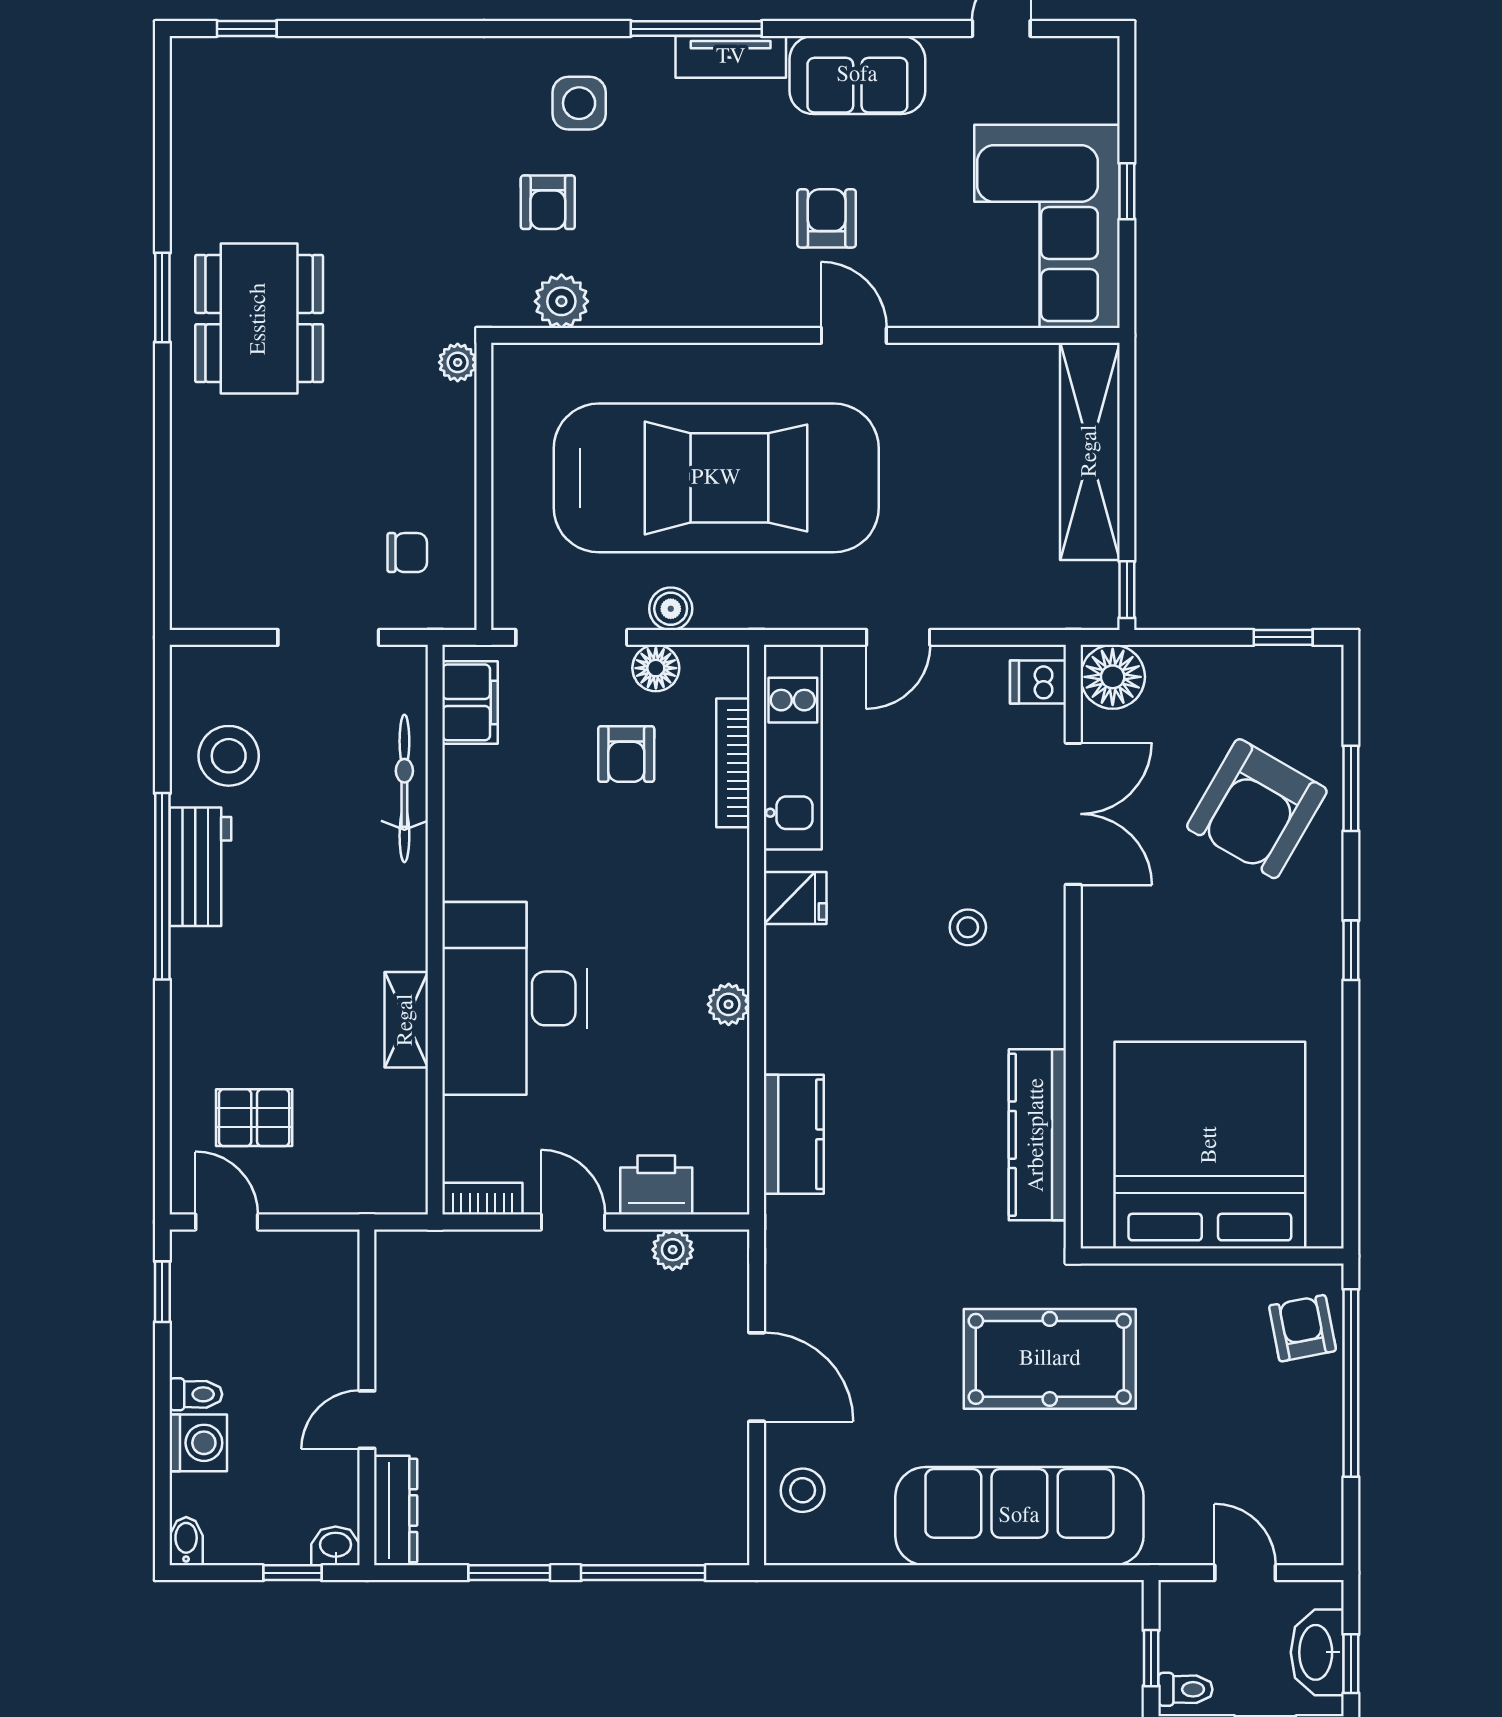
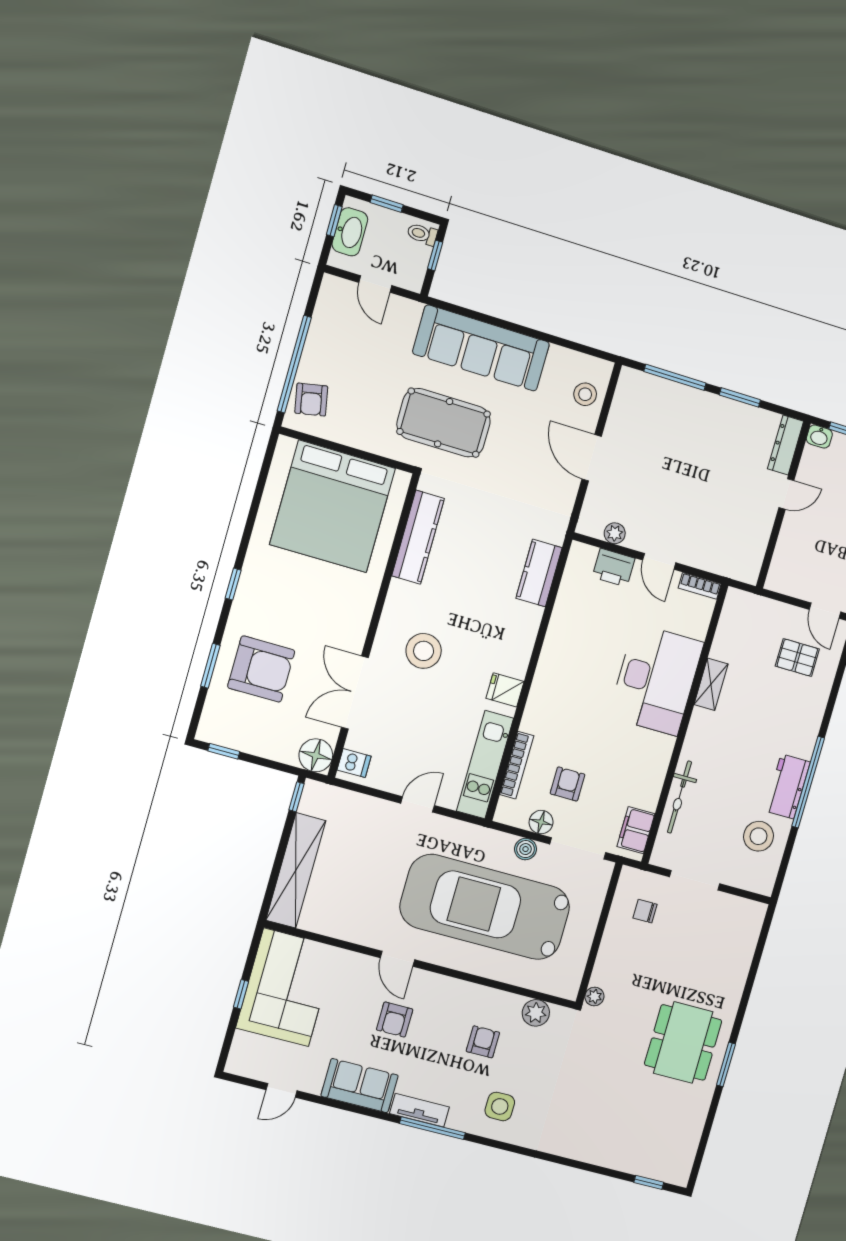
armchair: (548, 202) -> (483, 1042), moved
armchair: (1257, 809) -> (261, 669), turned 60
stool: (968, 927) -> (424, 651), width x1.89, depth x1.89
plant: (729, 1004) -> (553, 647), removed

